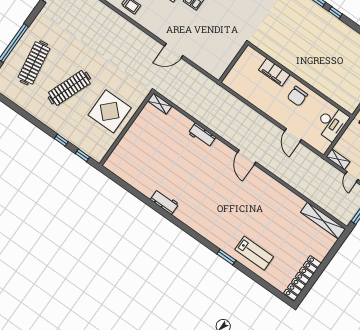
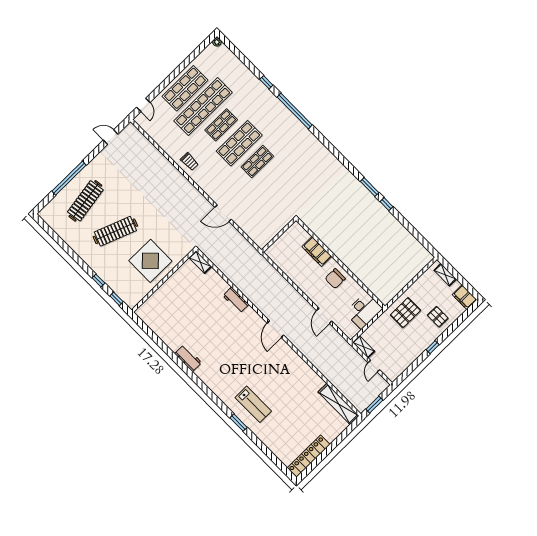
lab bench: (254, 253) -> (253, 404), moved

